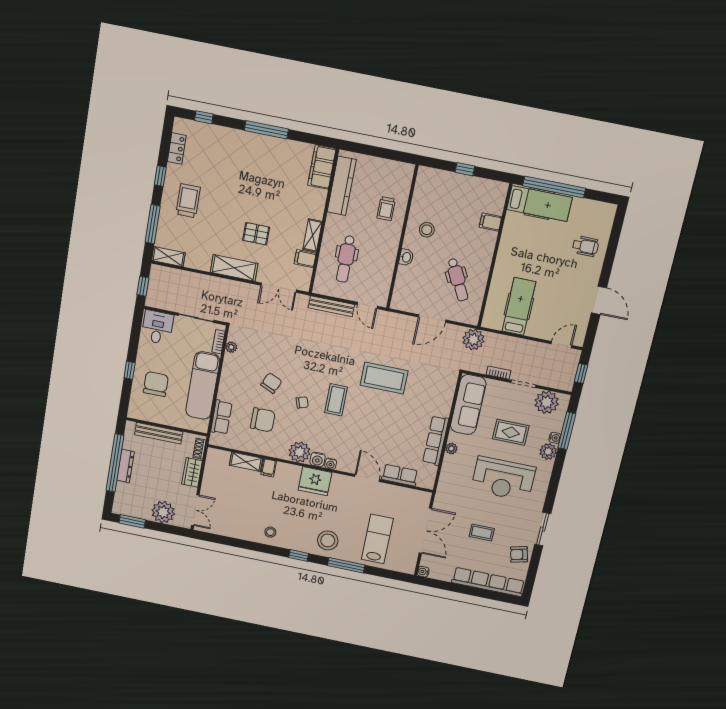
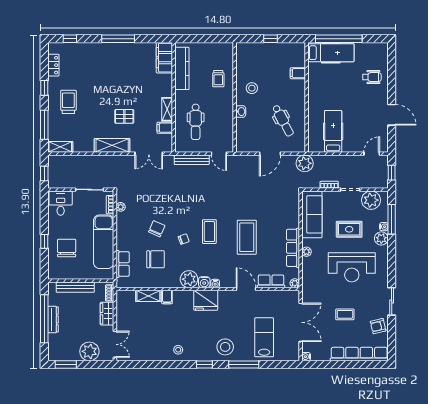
coffee table: (384, 378) -> (247, 237), moved, turned 90
plant: (428, 483) -> (295, 283), added

